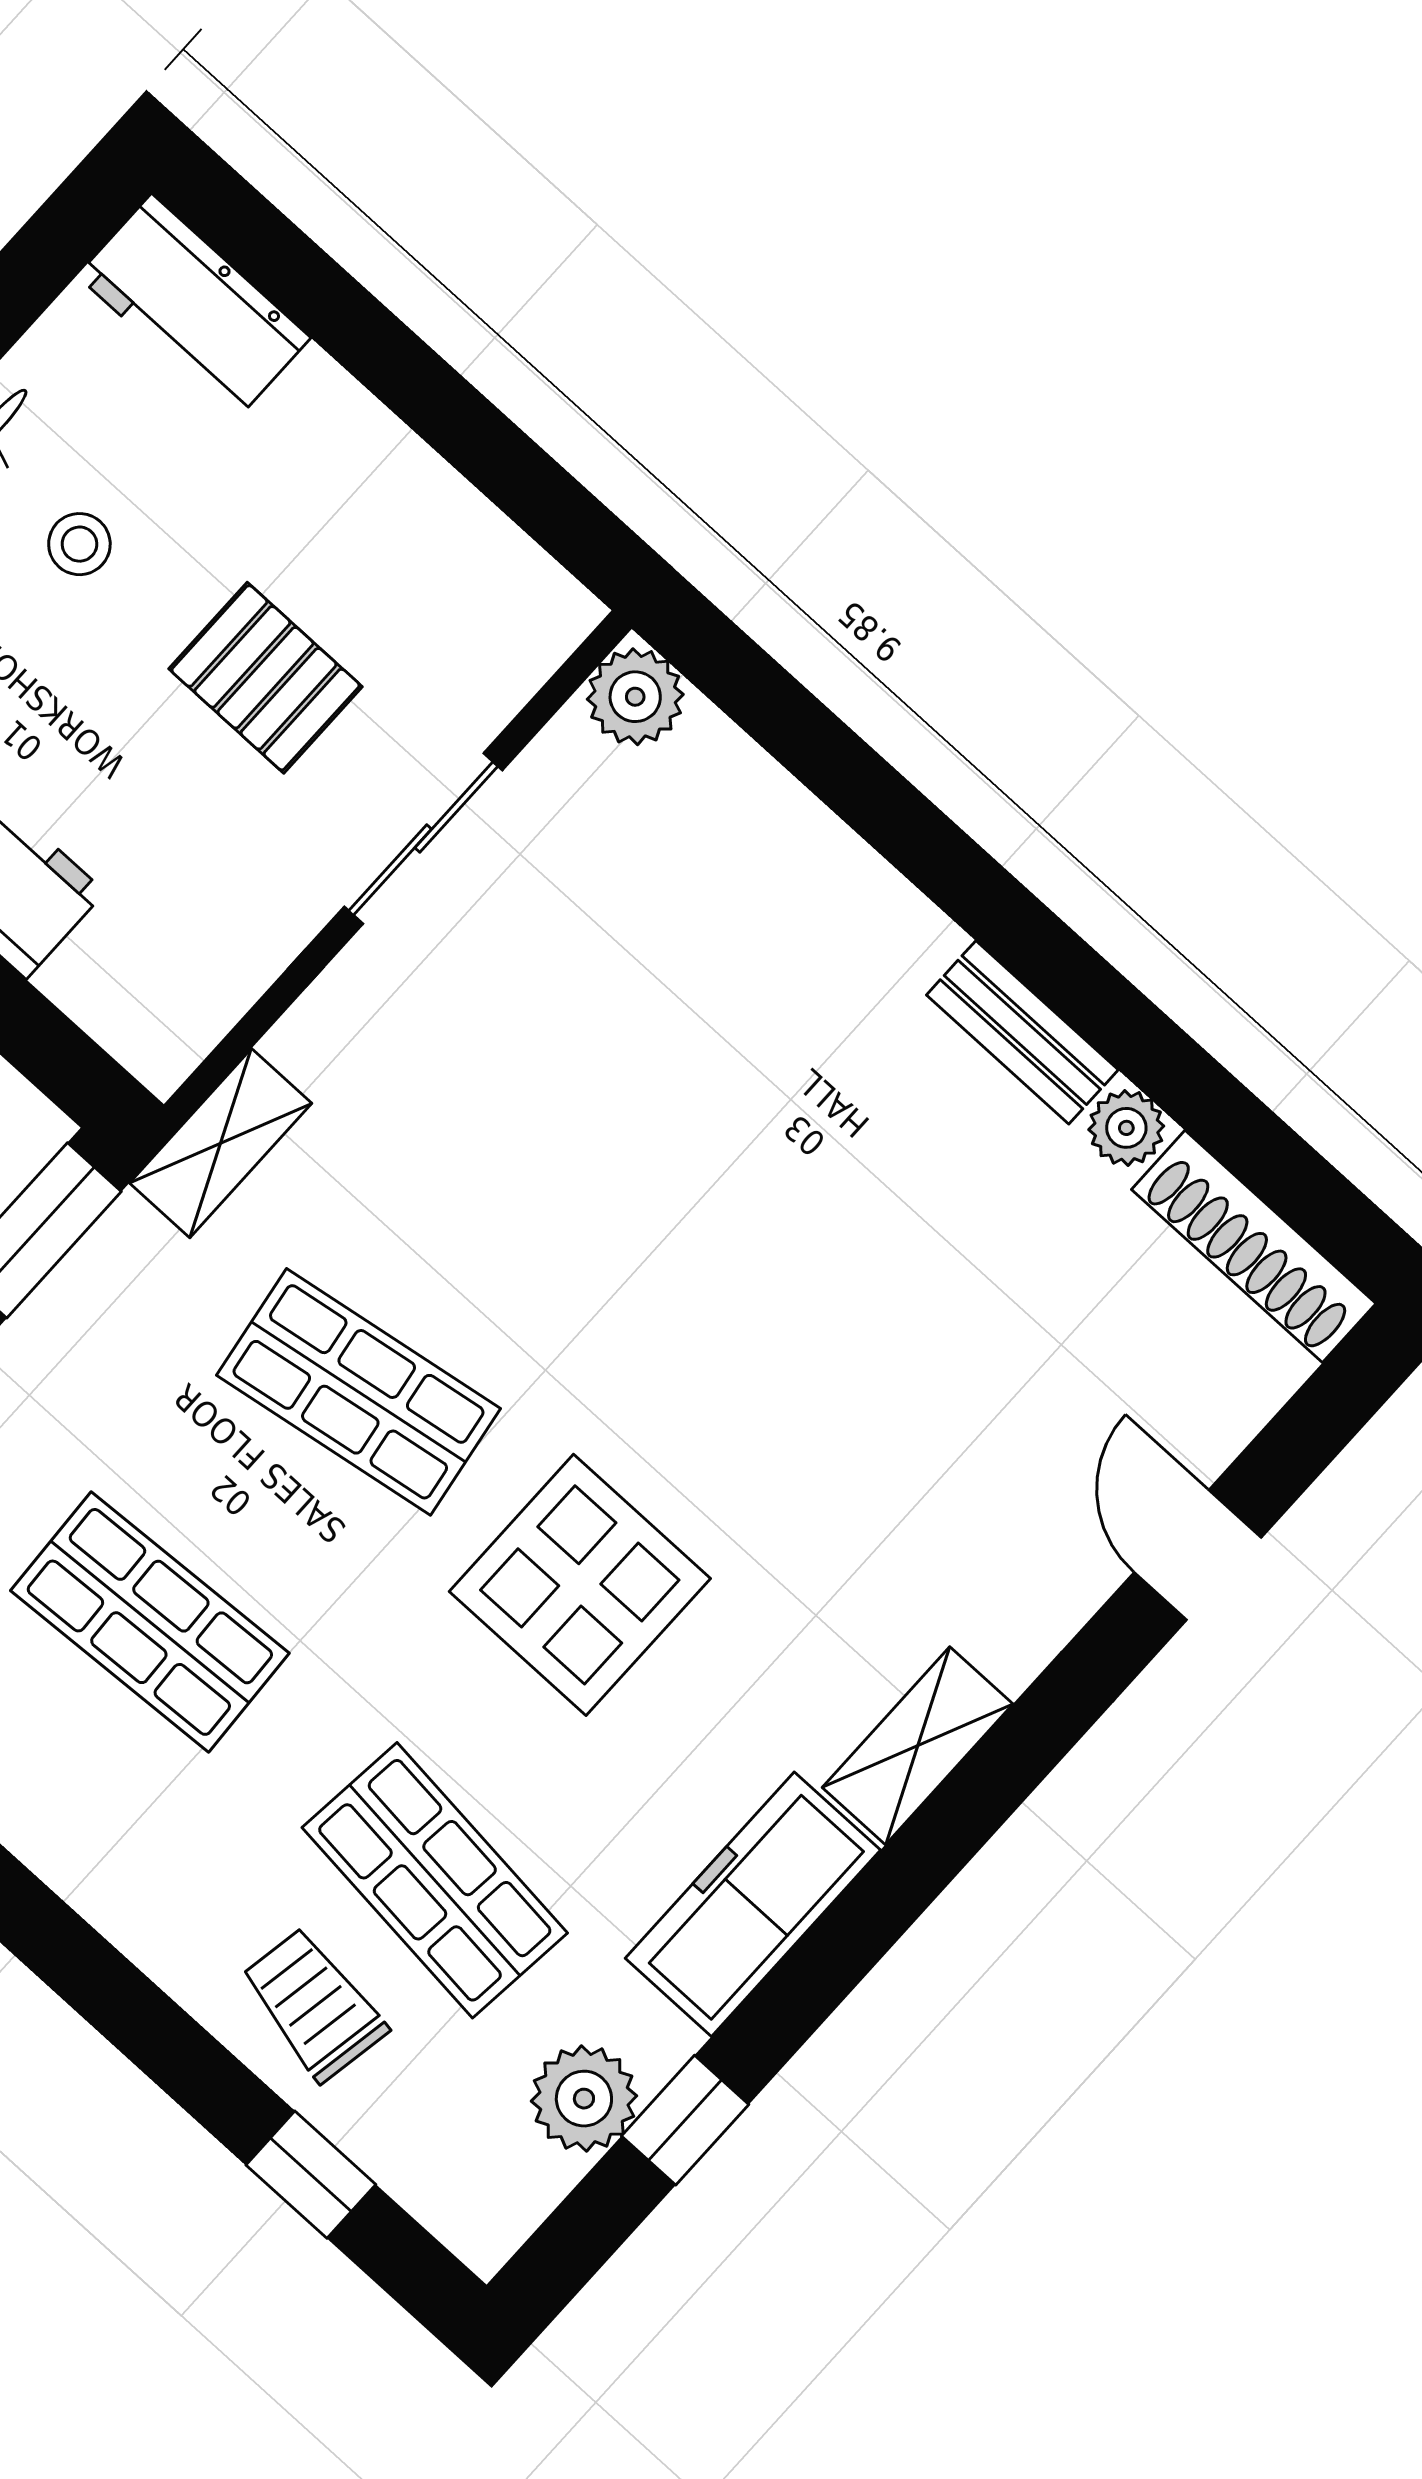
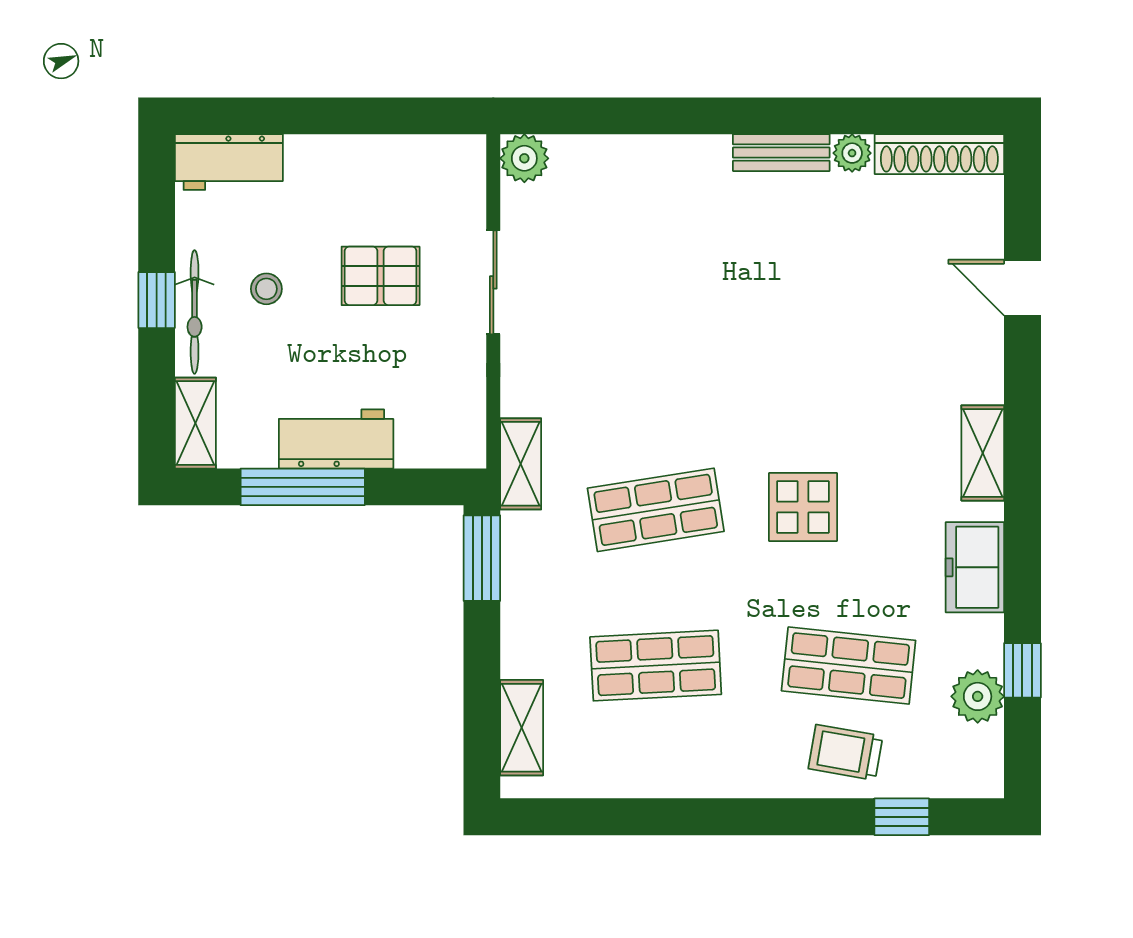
display table: (580, 1585) -> (803, 507), width x0.73, depth x0.73
freezer: (753, 1904) -> (975, 567), width x0.71

